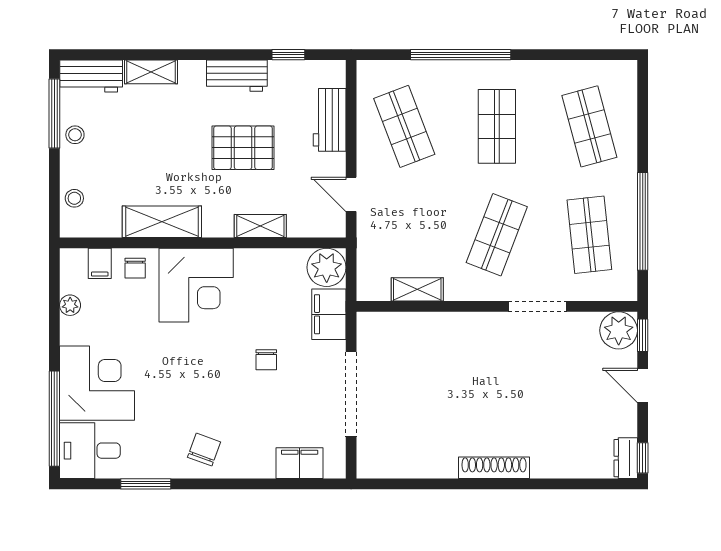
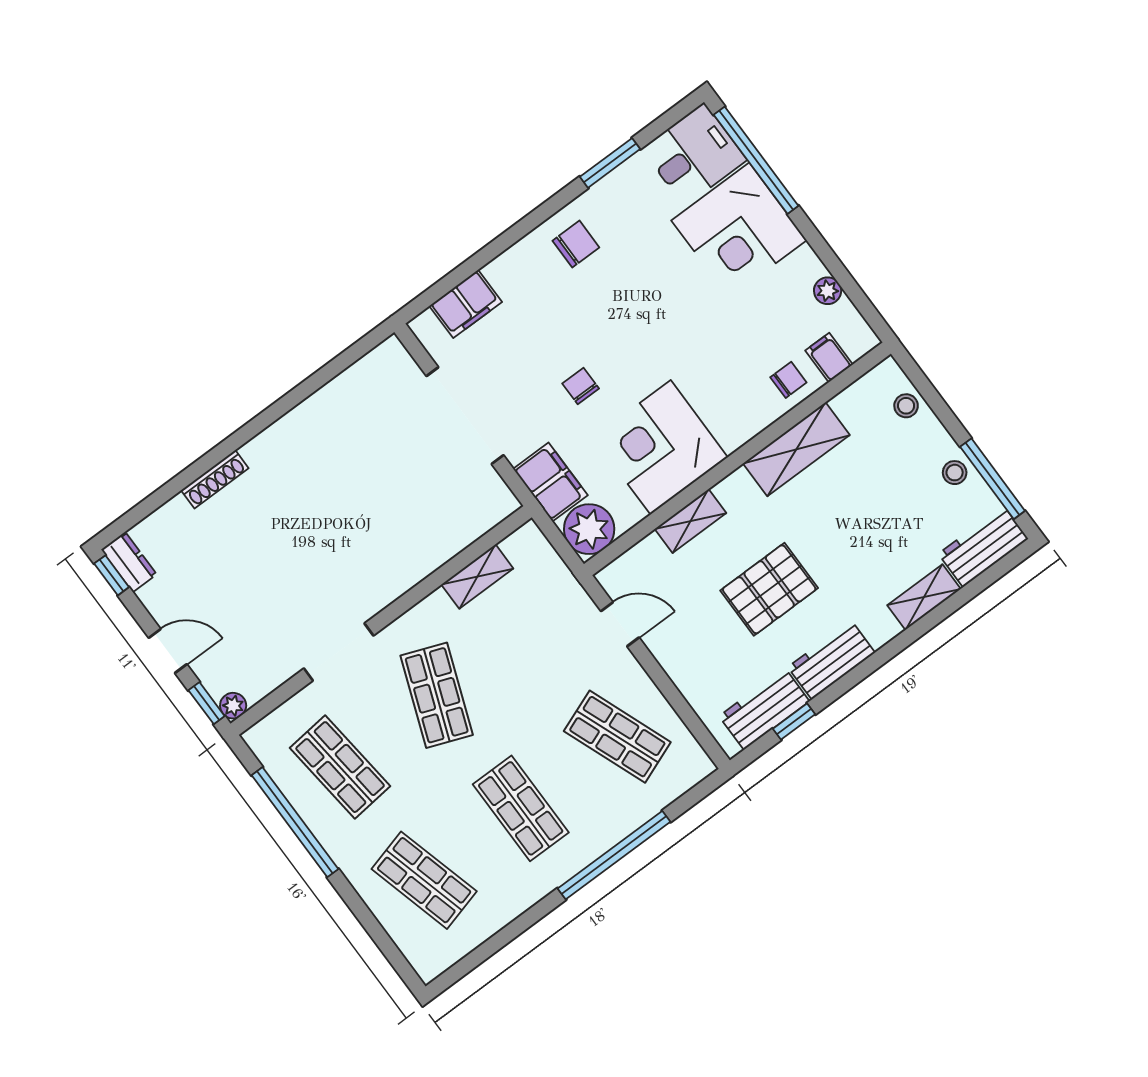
workbench: (330, 120) -> (764, 709), moved, turned -90
chair: (135, 268) -> (788, 380), turned 90
corner desk: (196, 285) -> (661, 447), moved
plant: (619, 330) -> (233, 706), width x0.53, depth x0.53
chair: (204, 450) -> (576, 244), turned -110
shoe rack: (494, 468) -> (215, 479), moved, width x0.74, depth x0.81

